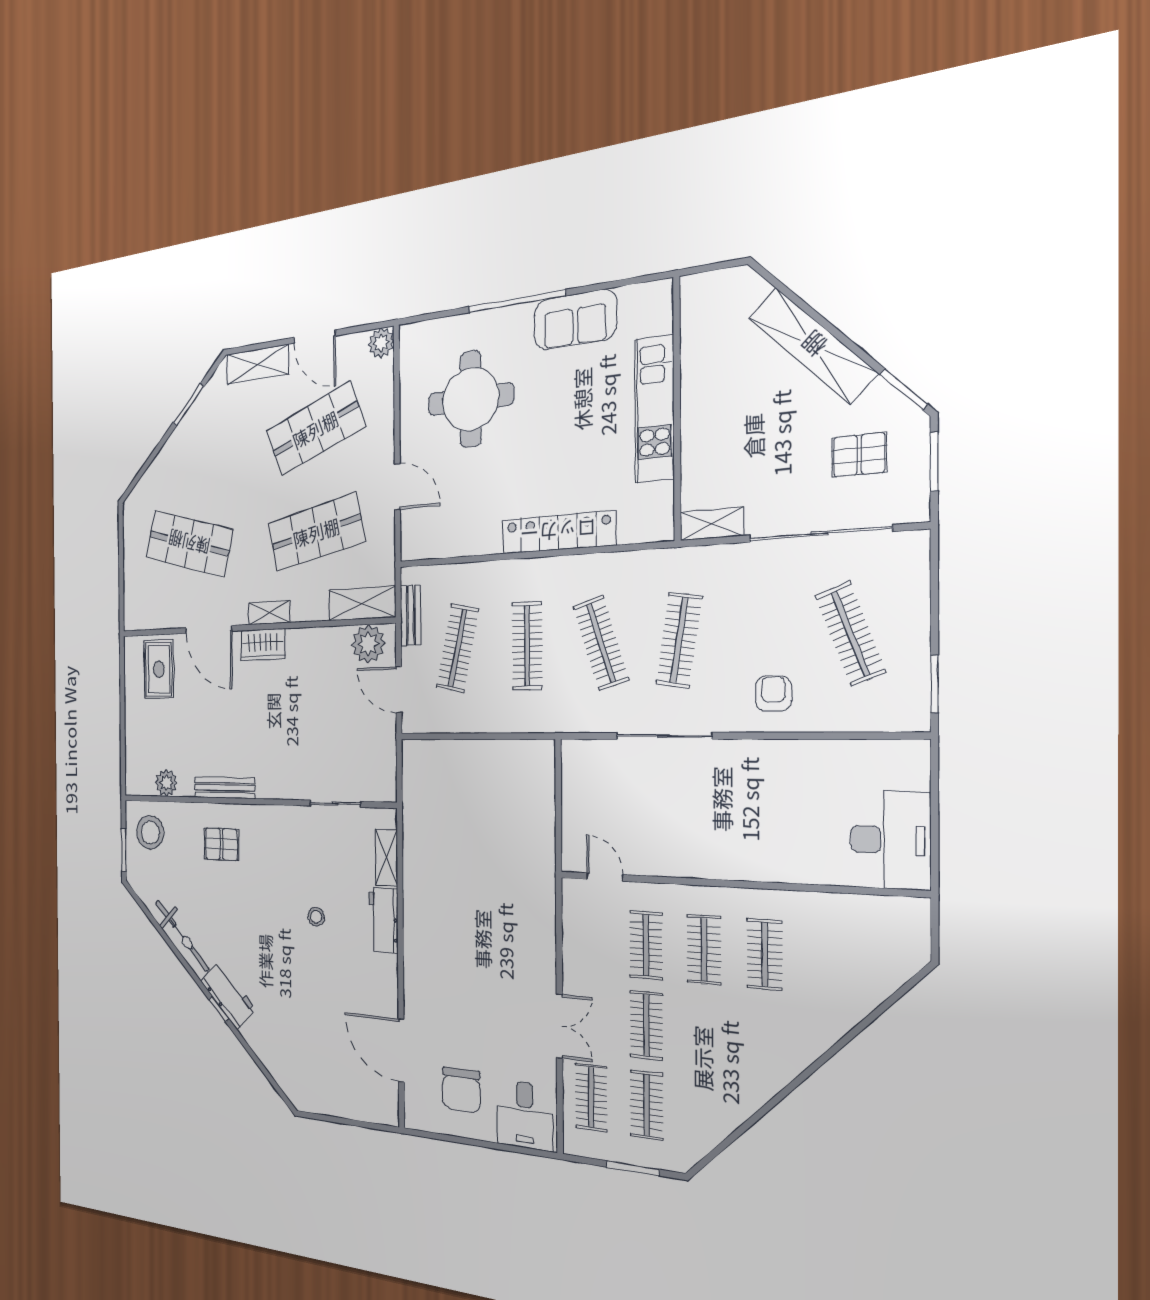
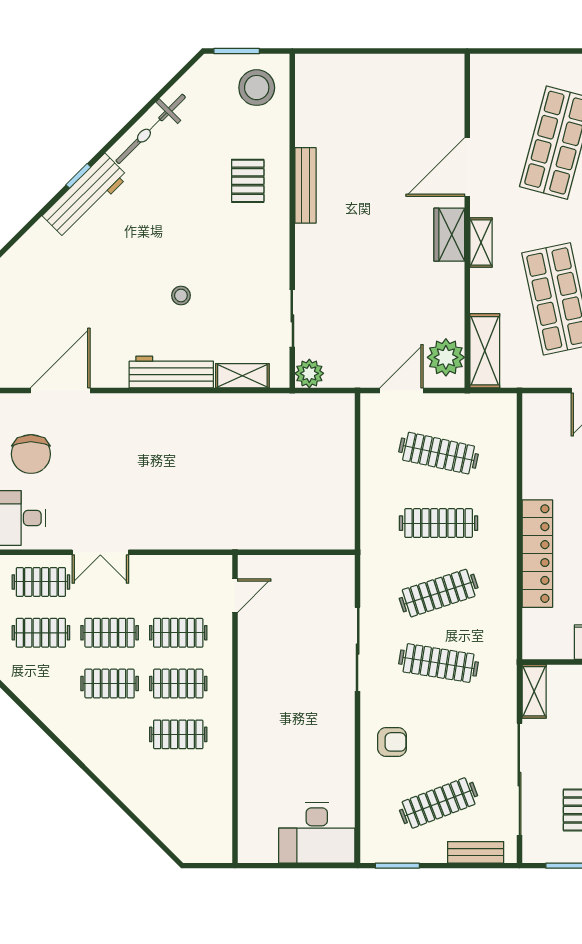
bench: (411, 615) -> (476, 852), moved
rug: (159, 669) -> (428, 101), removed
plant: (166, 783) -> (309, 373), moved
desk: (890, 840) -> (317, 833), moved
workbench: (383, 920) -> (171, 372), width x1.38
workbench: (228, 995) -> (85, 196), width x1.38
clothes rail: (704, 1031) -> (110, 684), added
chair: (461, 1090) -> (31, 454), turned -90

